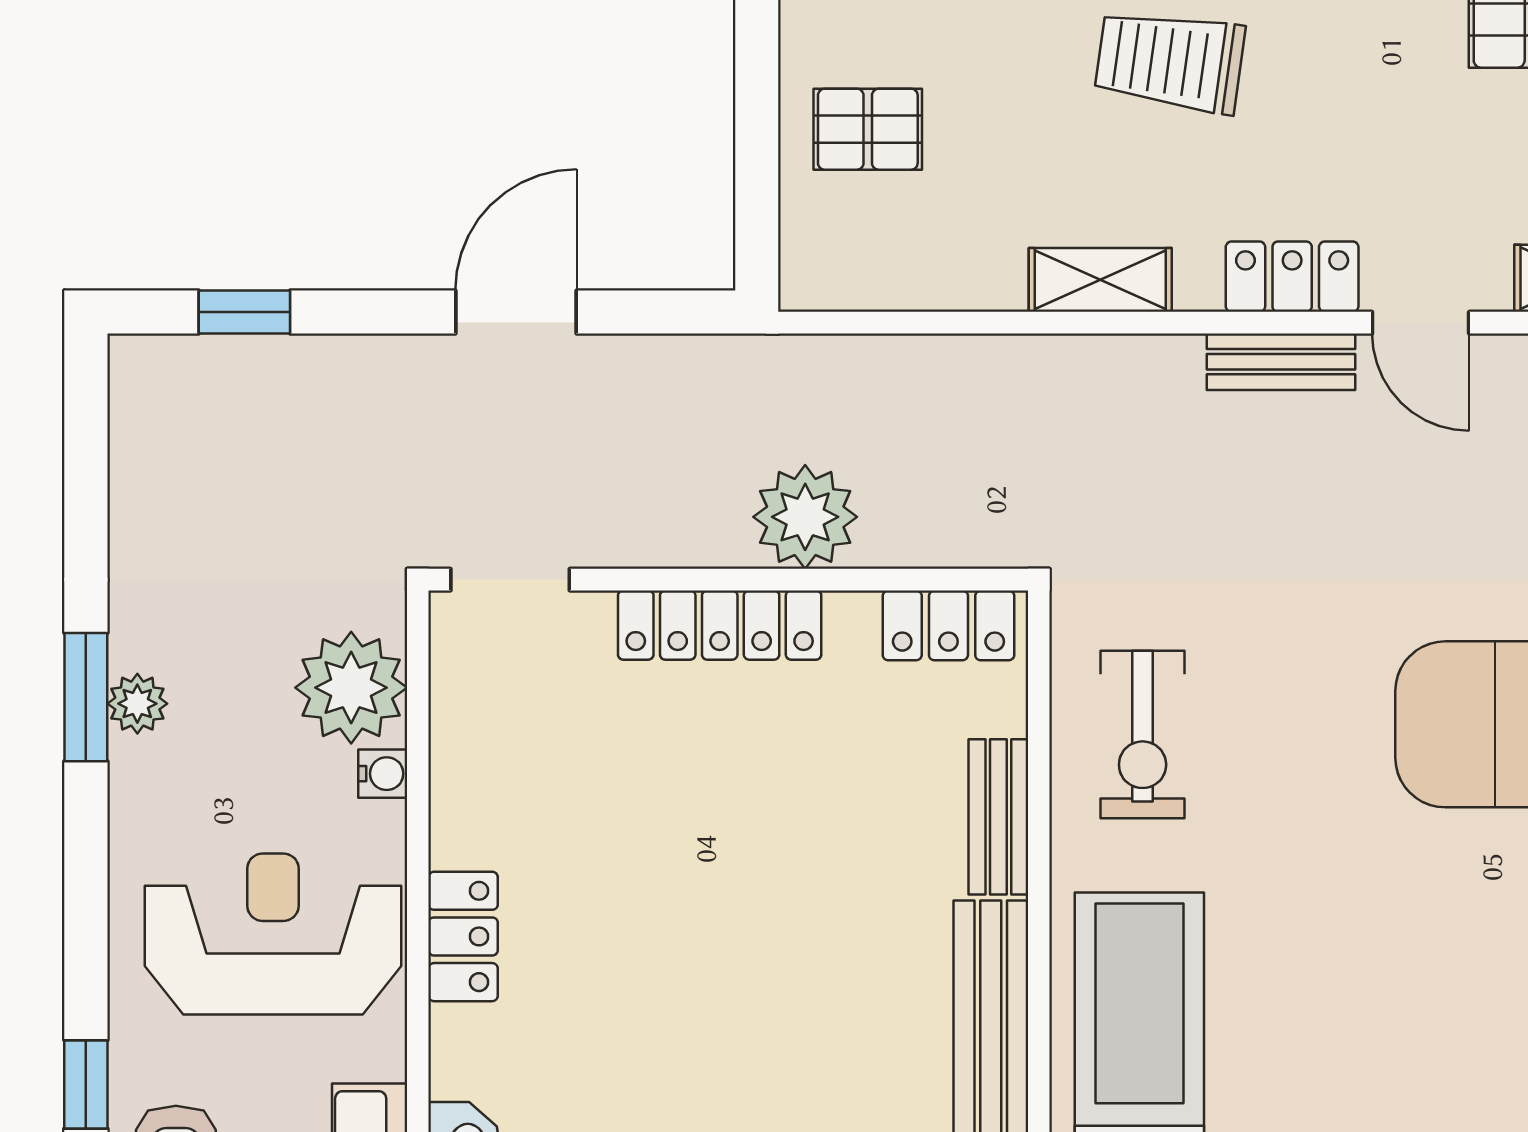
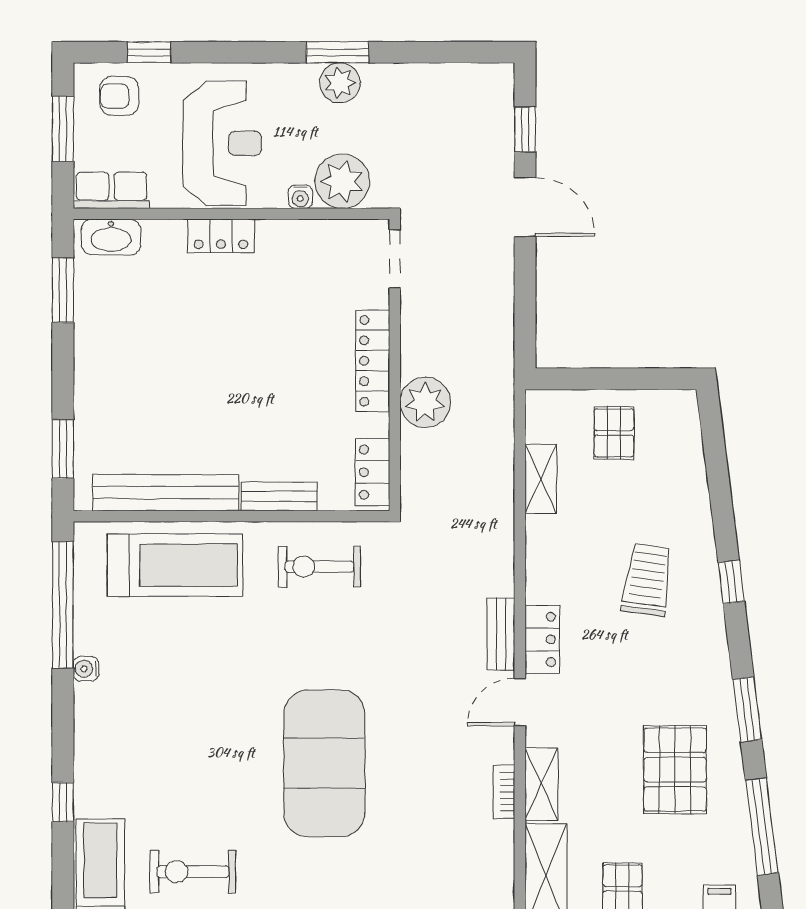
shelving: (1100, 280) -> (541, 479), moved
door: (516, 312) -> (525, 207), moved
plant: (137, 704) -> (340, 83), width x1.38, depth x1.38

